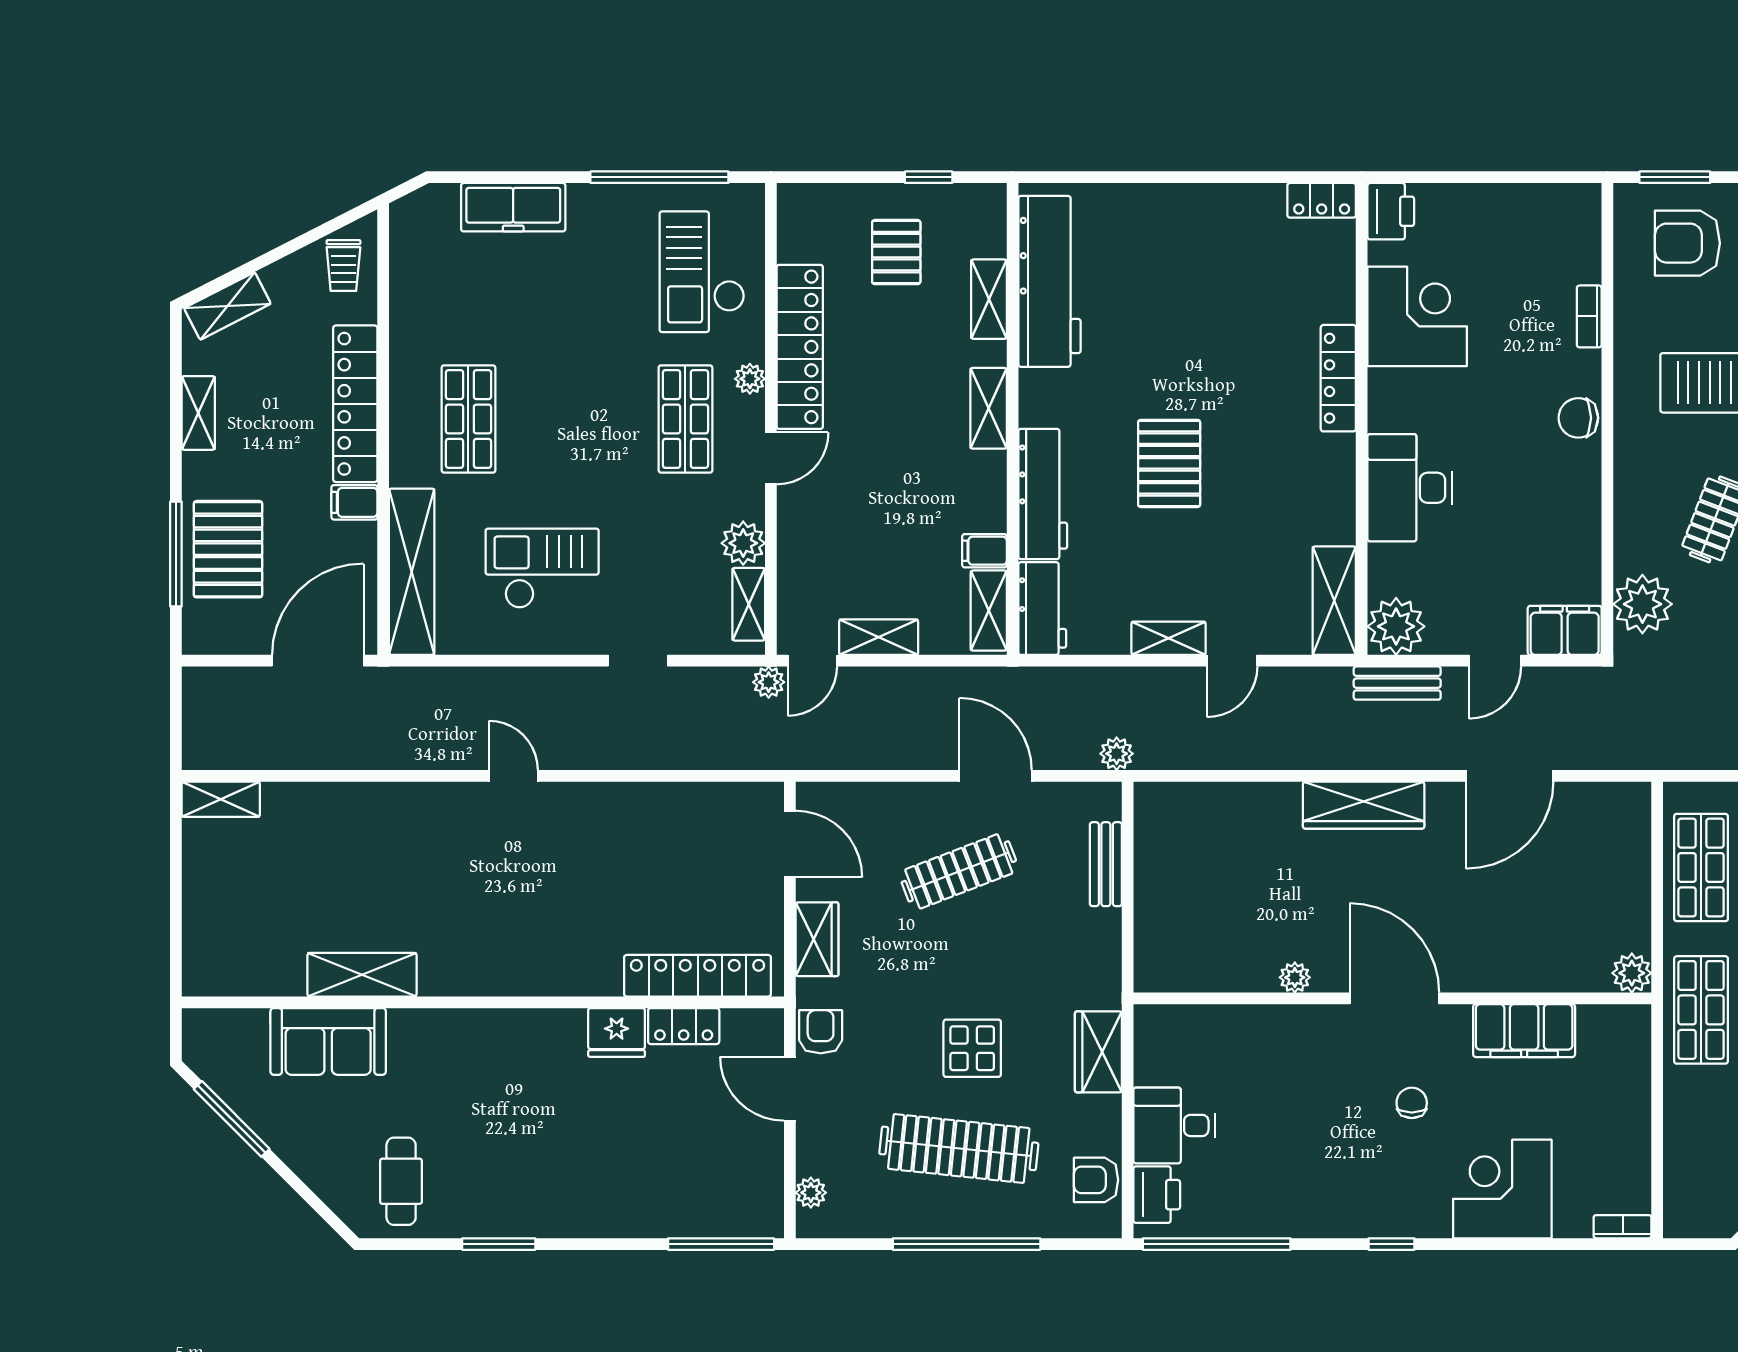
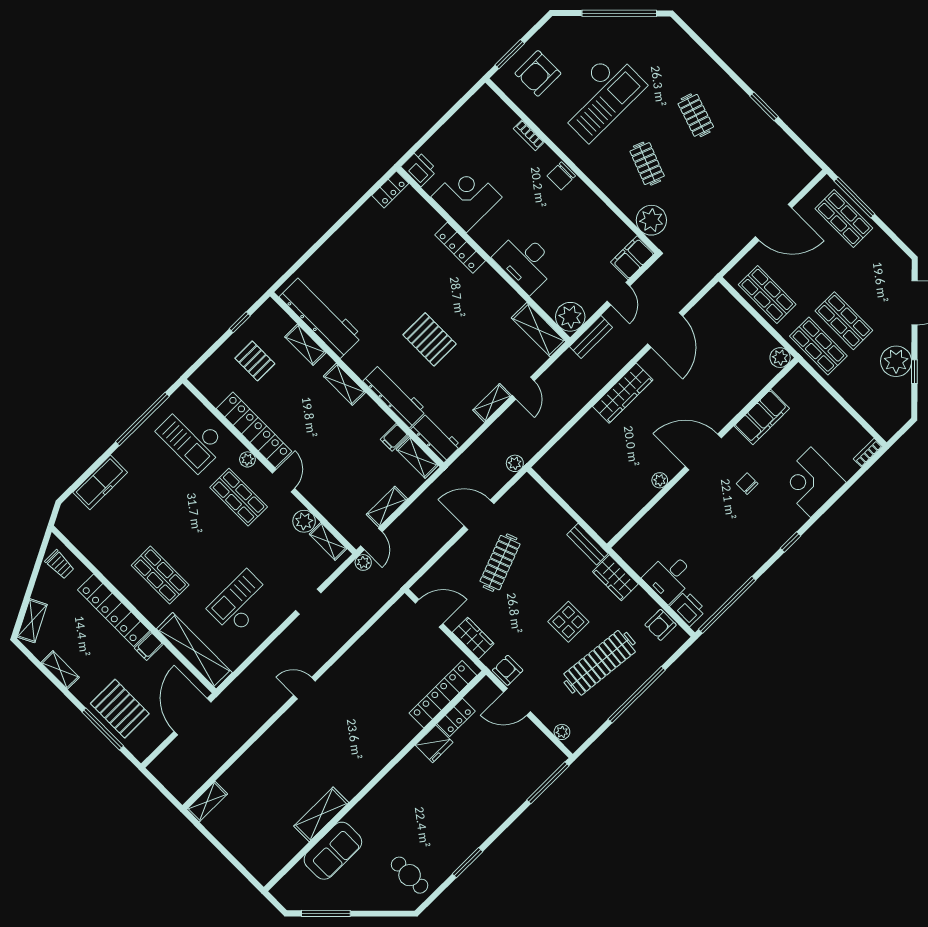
bench: (1106, 864) -> (587, 544), moved

